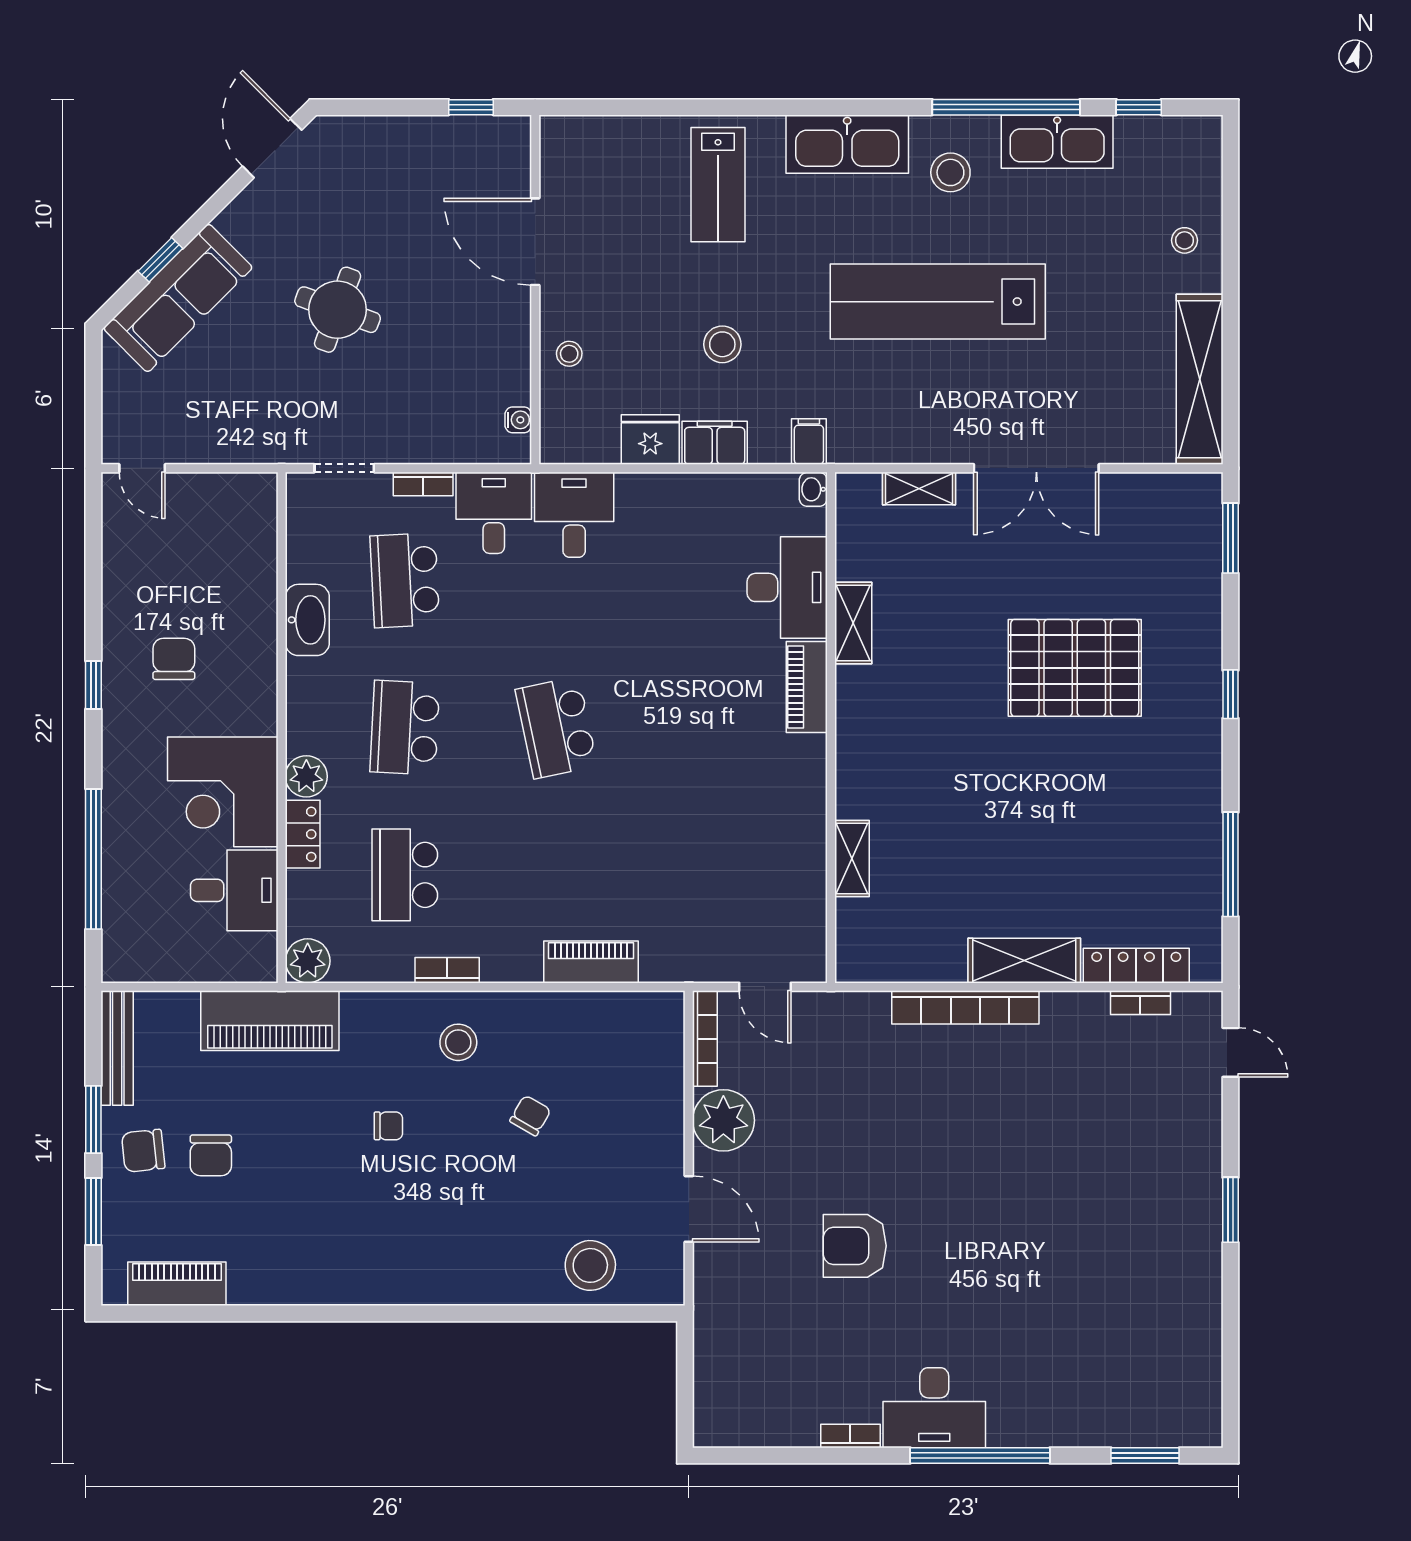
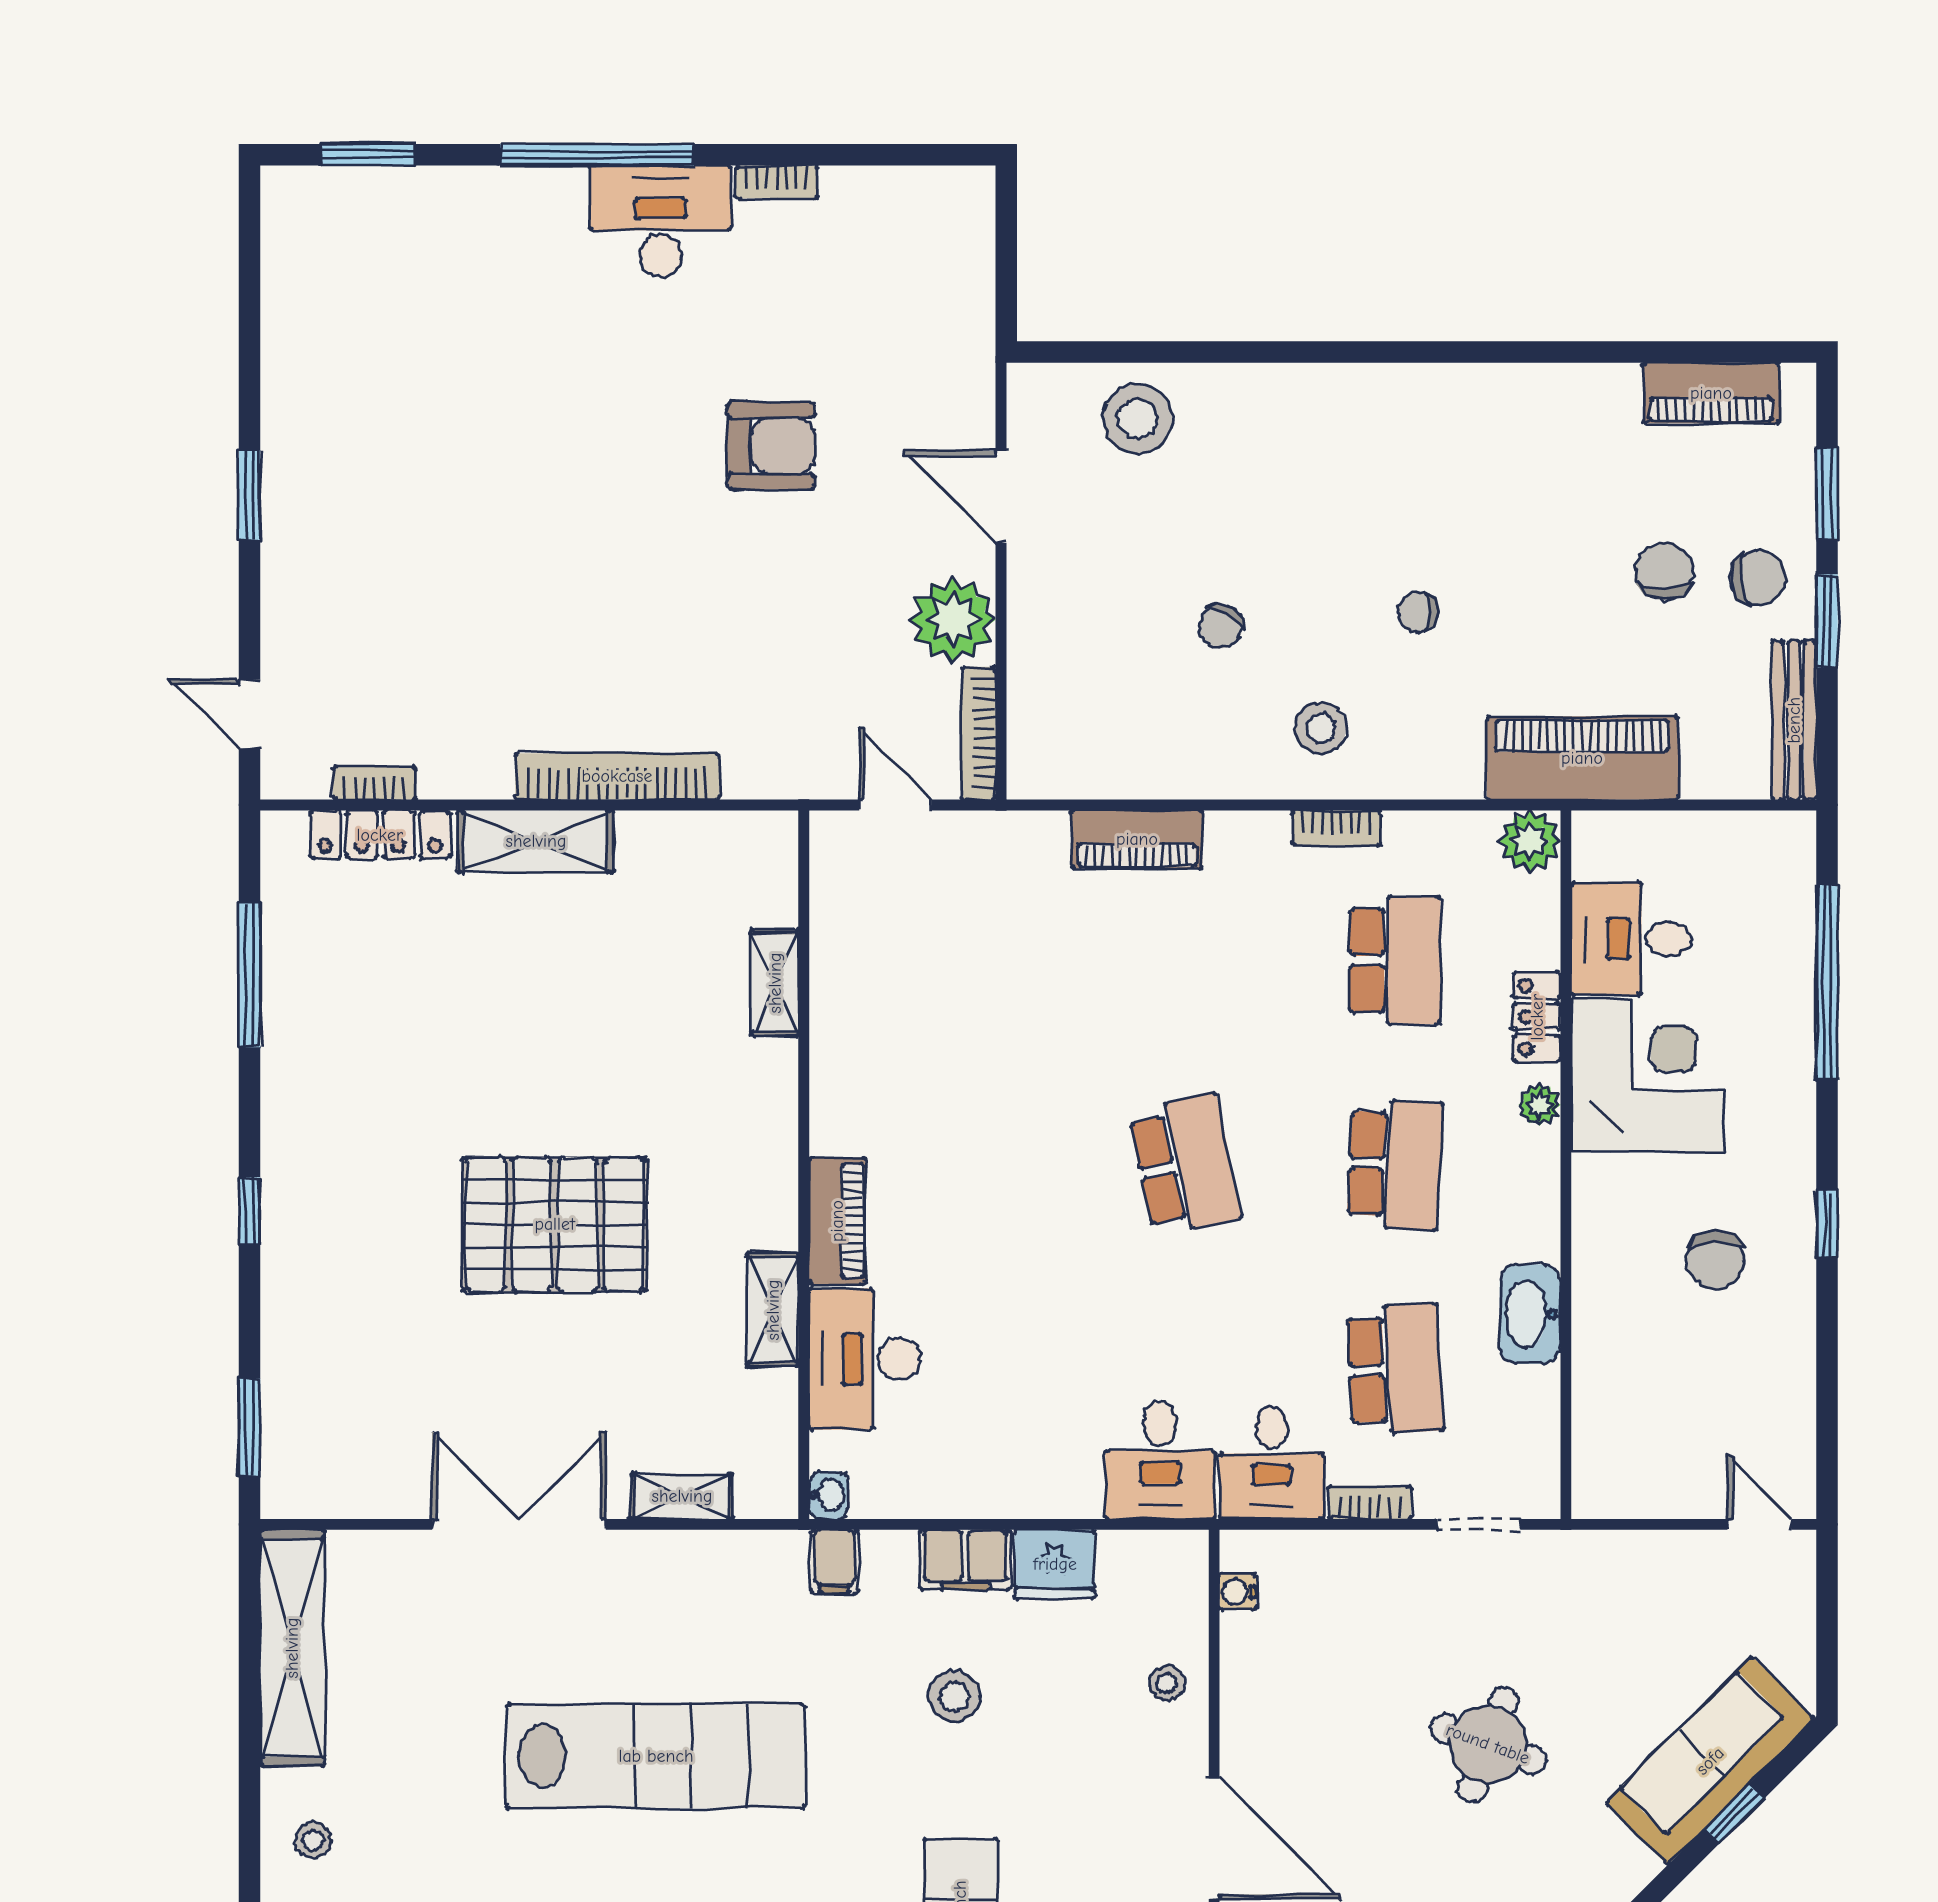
pallet: (1075, 668) -> (555, 1224), moved
plant: (306, 776) -> (1540, 1105), width x0.73, depth x0.73

